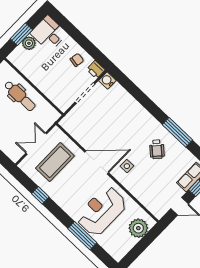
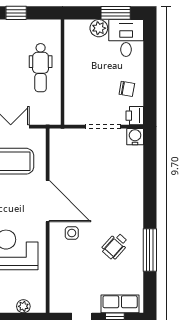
window: (21, 34) -> (116, 13), moved
plant: (138, 228) -> (23, 306), width x0.53, depth x0.53

